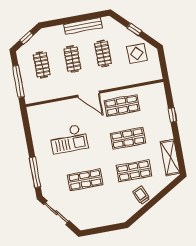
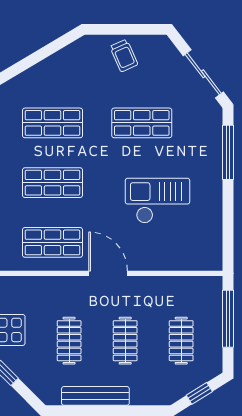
trolley: (141, 195) -> (124, 56), moved

